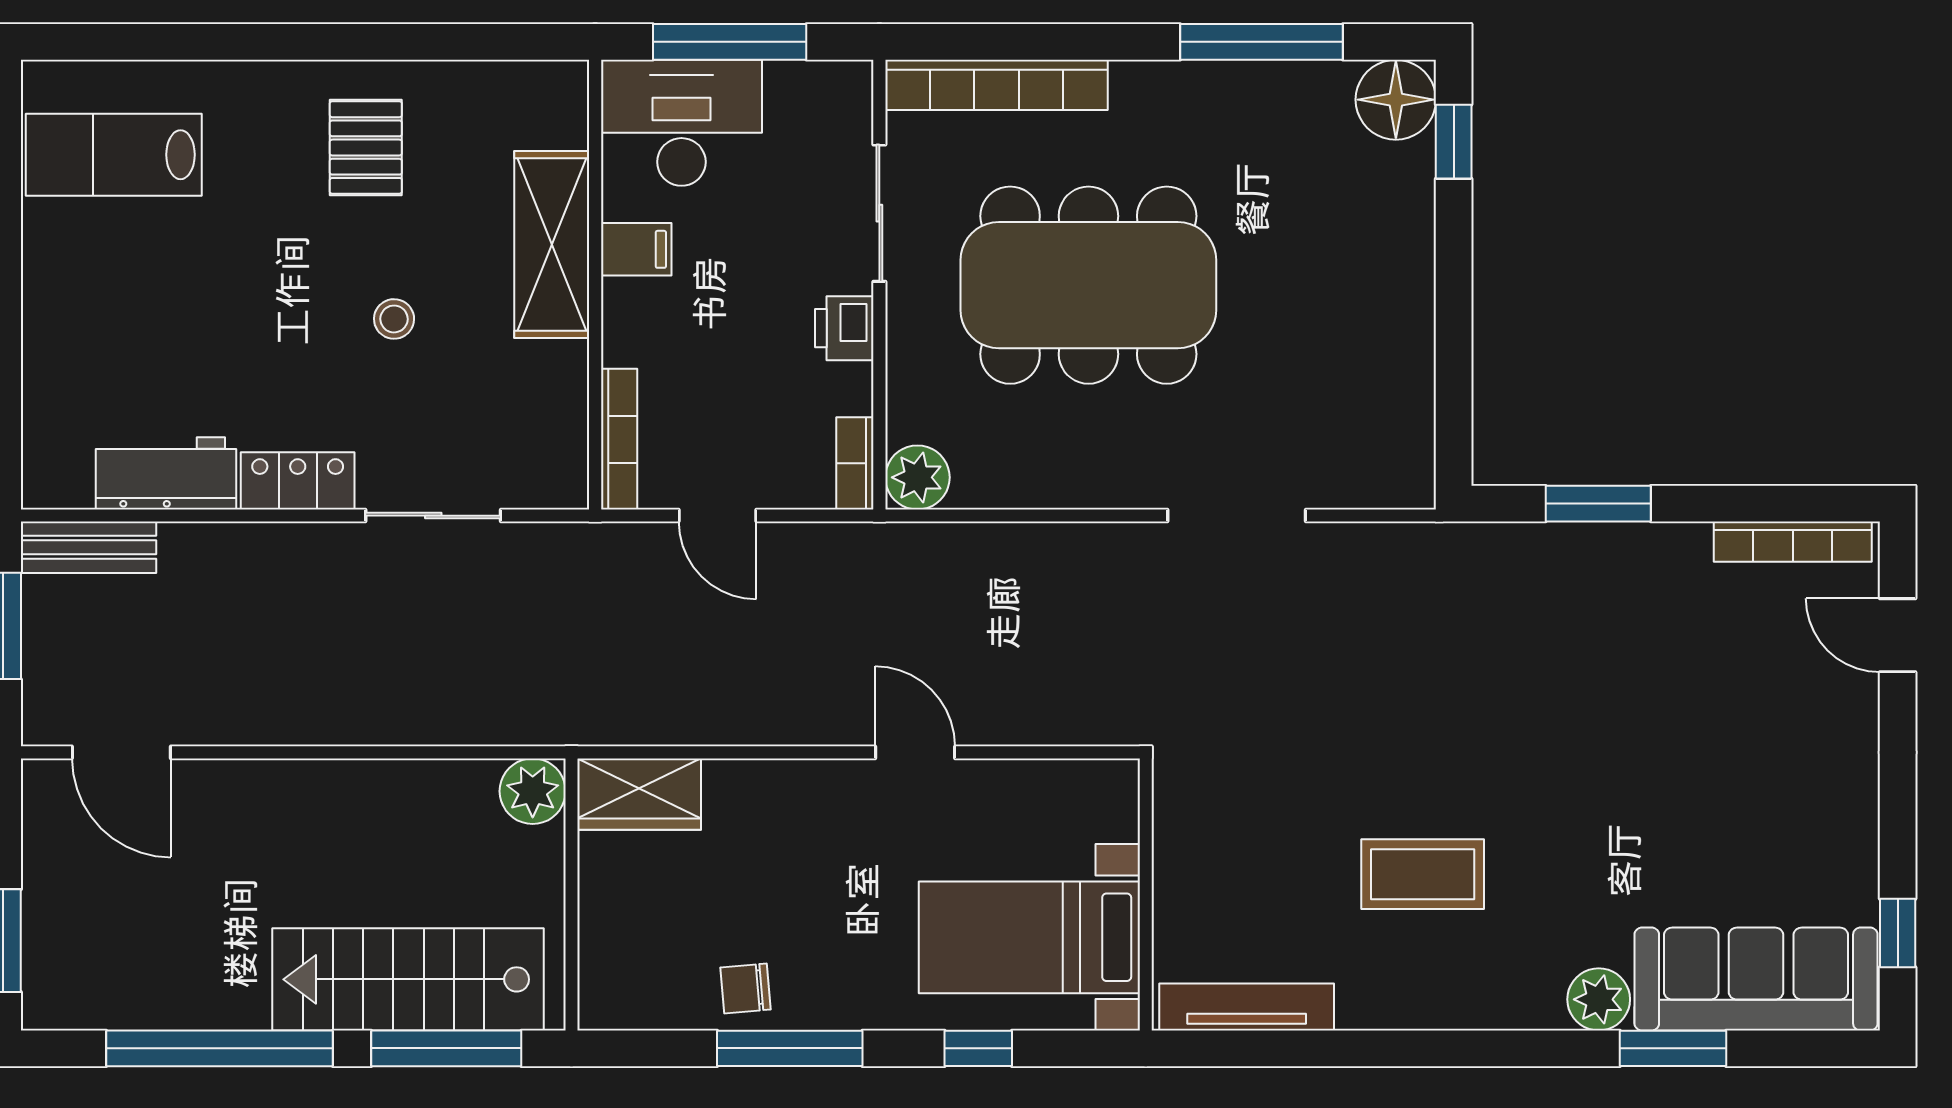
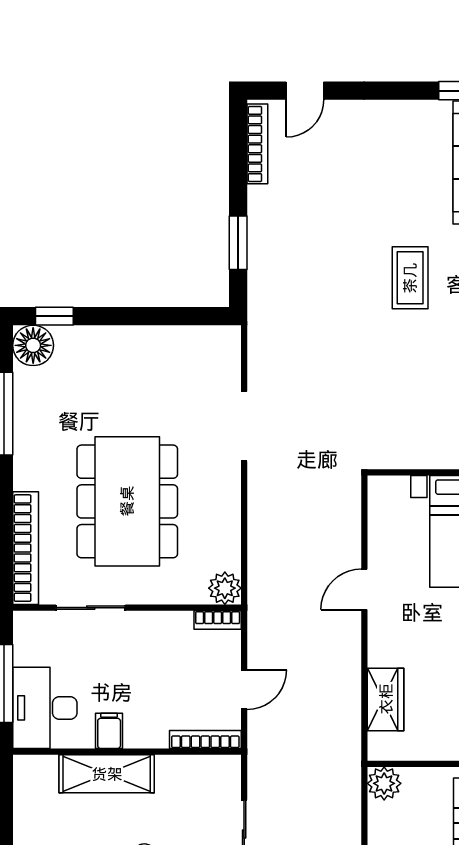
printer: (844, 328) -> (149, 625), removed
wardrobe: (639, 794) -> (386, 699), moved
coffee table: (1423, 874) -> (410, 278), moved

